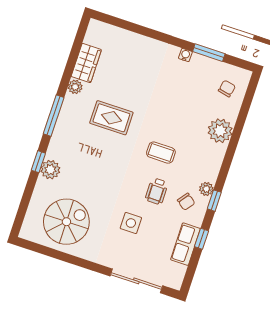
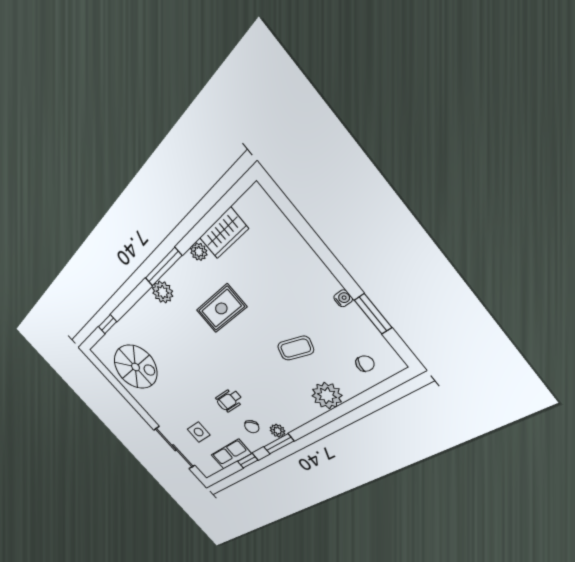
rug: (111, 118) -> (221, 308), turned 90
coffee table: (161, 153) -> (296, 348), moved, turned -72
window: (38, 162) -> (108, 324), moved
plant: (50, 170) -> (163, 292), moved
window: (214, 201) -> (279, 444), width x1.50
side table: (131, 223) -> (199, 432), moved

